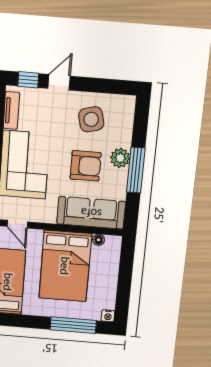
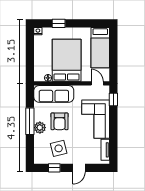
window: (28, 80) -> (54, 168), moved
armchair: (86, 166) -> (60, 121), turned -90
window: (73, 325) -> (59, 23), width x0.46

